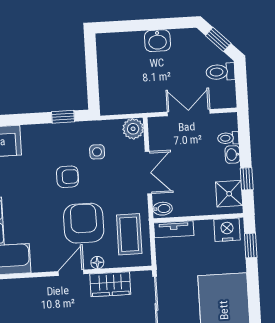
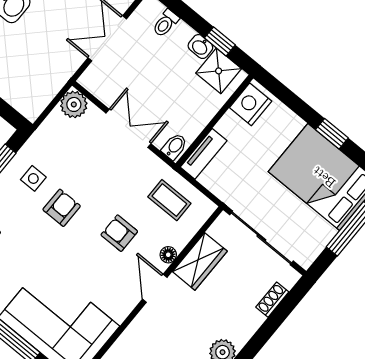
side table: (97, 152) -> (33, 178), moved
washbasin: (232, 154) -> (200, 47), moved
armchair: (84, 223) -> (119, 233), width x0.53, depth x0.53
coffee table: (129, 234) -> (169, 200), width x0.73, depth x0.77
window: (251, 245) -> (332, 134), moved

